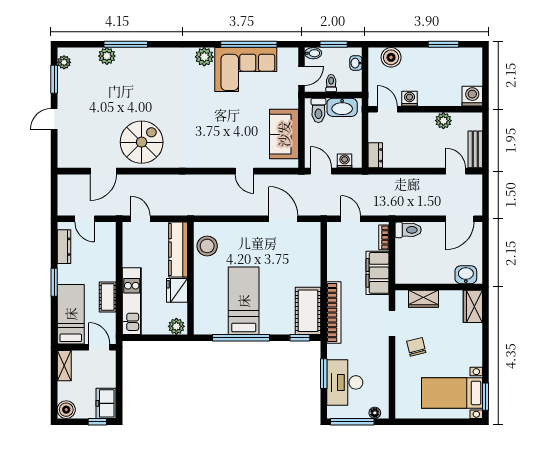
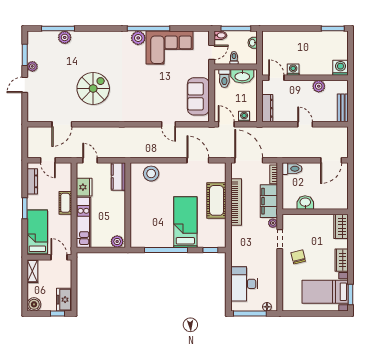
window: (126, 44) -> (58, 29), moved
window: (249, 44) -> (148, 29), moved
window: (334, 44) -> (236, 29), width x1.44
window: (443, 44) -> (333, 29), moved
boiler: (391, 57) -> (279, 38), removed
plant: (64, 62) -> (32, 66), moved
spiral stairs: (142, 142) -> (93, 88), moved
dresser: (375, 155) -> (267, 108), width x1.44
door: (456, 171) -> (305, 124), moved
door: (351, 219) -> (249, 160), width x1.88
stool: (207, 246) -> (151, 174), moved
kitchen counter: (178, 250) -> (118, 177), width x0.67
washbasin: (466, 275) -> (305, 203), moved
fridge: (177, 290) -> (84, 187), moved, turned 180
cot: (108, 297) -> (65, 203), moved
wardrobe: (423, 299) -> (342, 260), moved, turned 90
bed: (244, 301) -> (185, 222), moved
plant: (383, 302) -> (273, 223), added
cot: (308, 311) -> (216, 200), moved
bookcase: (334, 313) -> (236, 202), moved
window: (324, 374) -> (228, 277), removed

